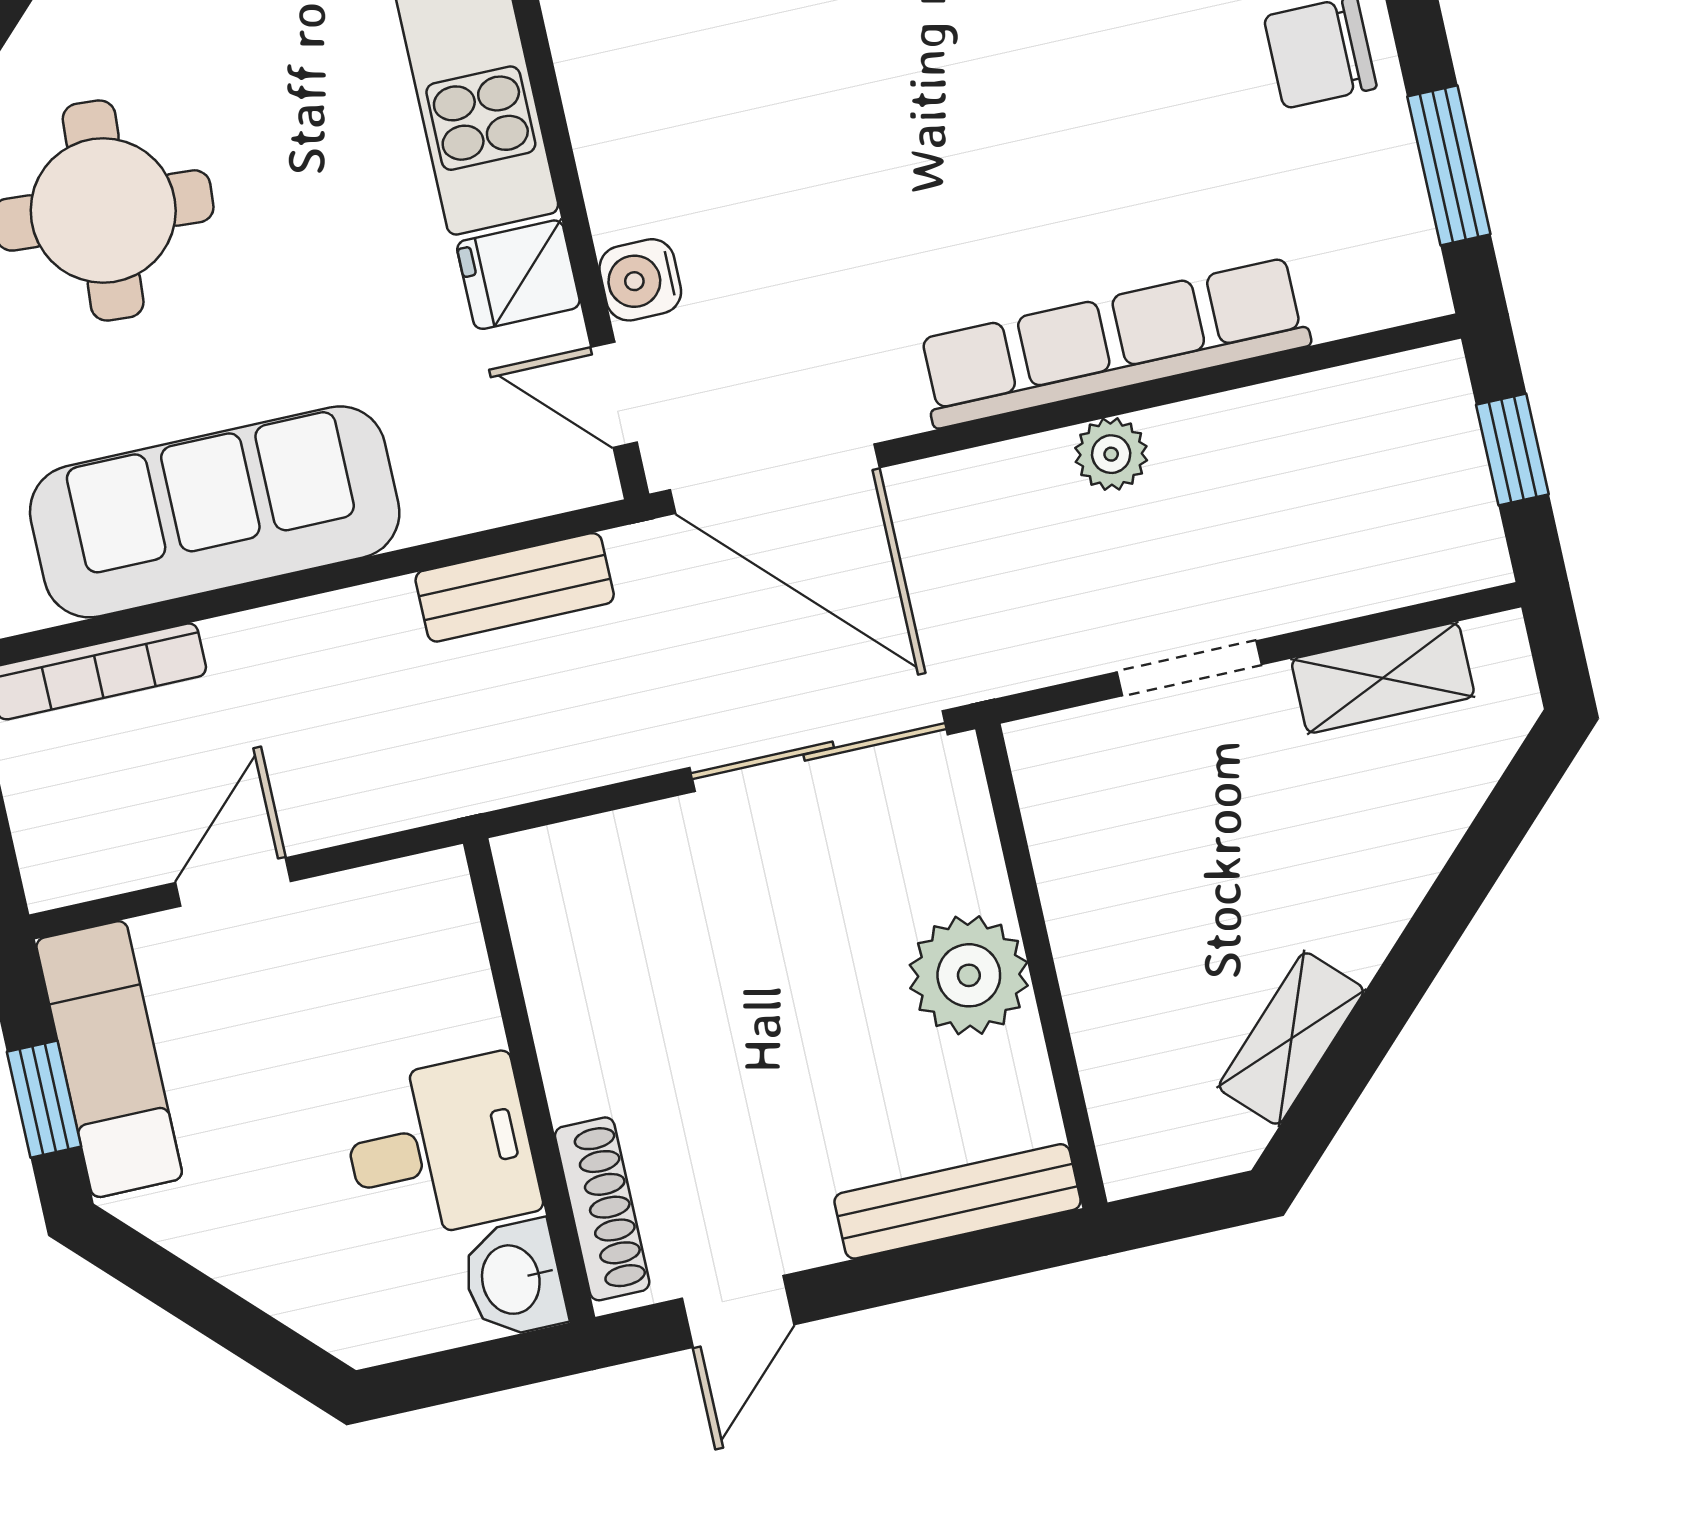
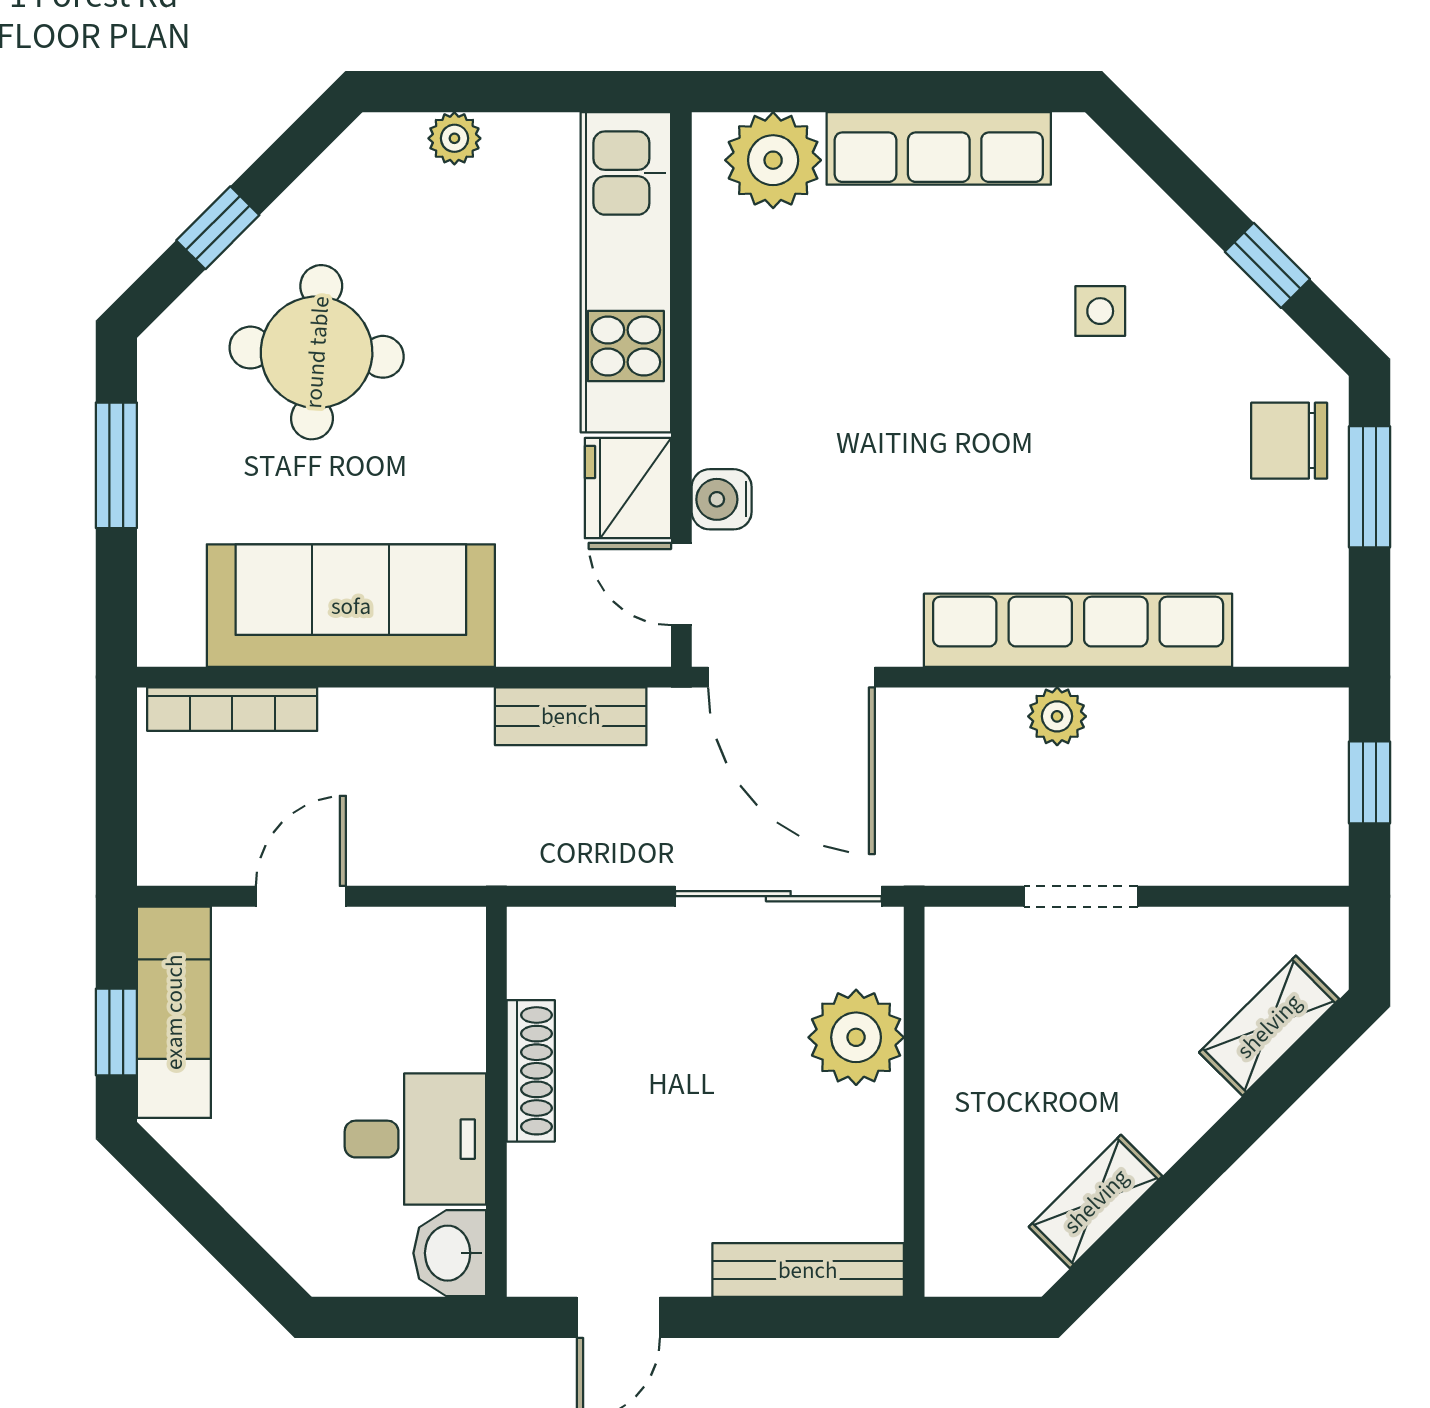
window: (1449, 165) -> (1369, 487), moved
fridge: (518, 275) -> (628, 488), width x1.38
shelving: (1383, 678) -> (1269, 1026), moved, turned -45
plant: (969, 975) -> (856, 1037), moved
shoe rack: (602, 1209) -> (531, 1071), moved

